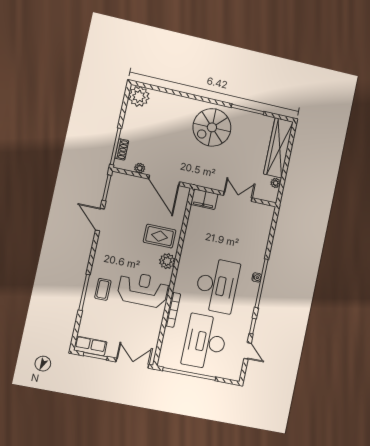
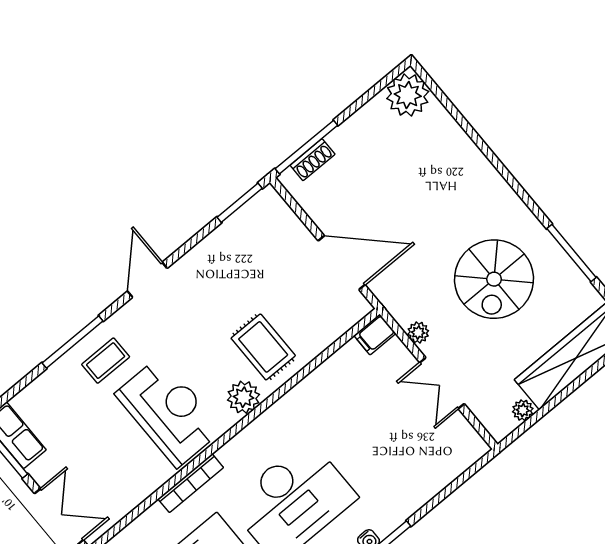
spiral stairs: (212, 127) -> (494, 279), moved, turned -90
plant: (140, 168) -> (418, 333), moved
door: (164, 180) -> (342, 263), swing flipped
double door: (238, 197) -> (442, 383), swing flipped
filing cabinet: (204, 199) -> (375, 334), width x0.50
door: (100, 220) -> (147, 280), moved

